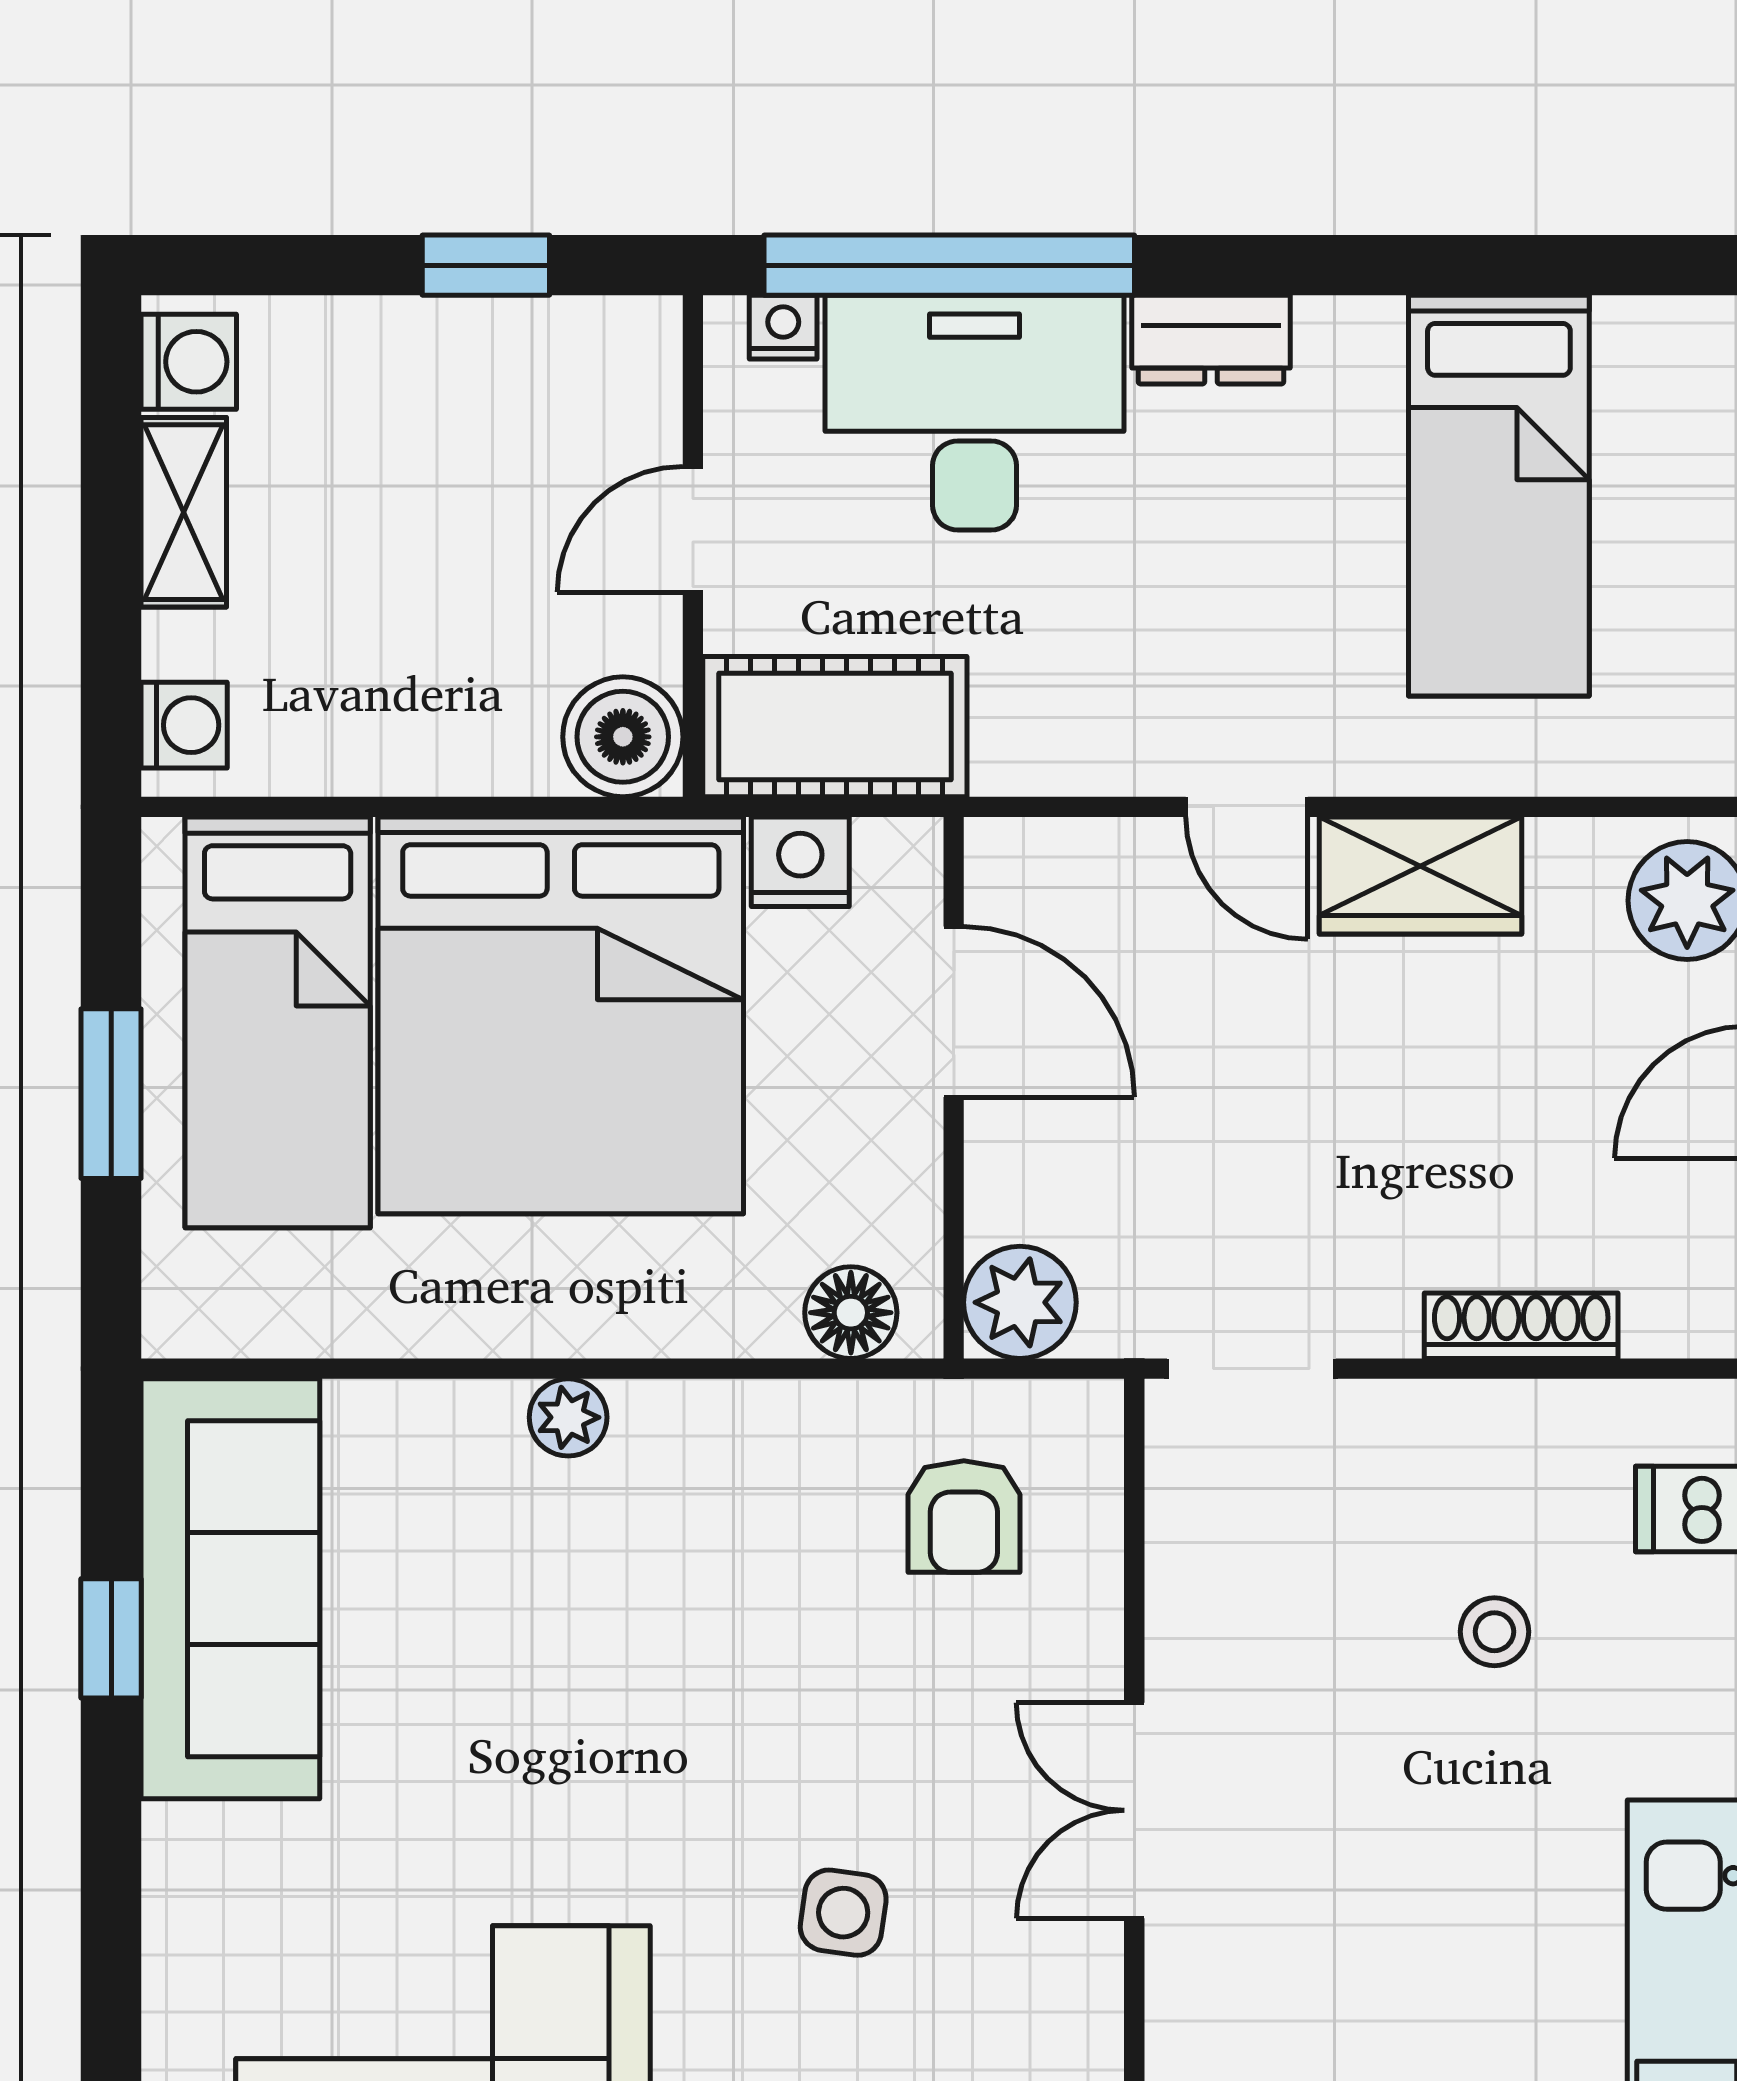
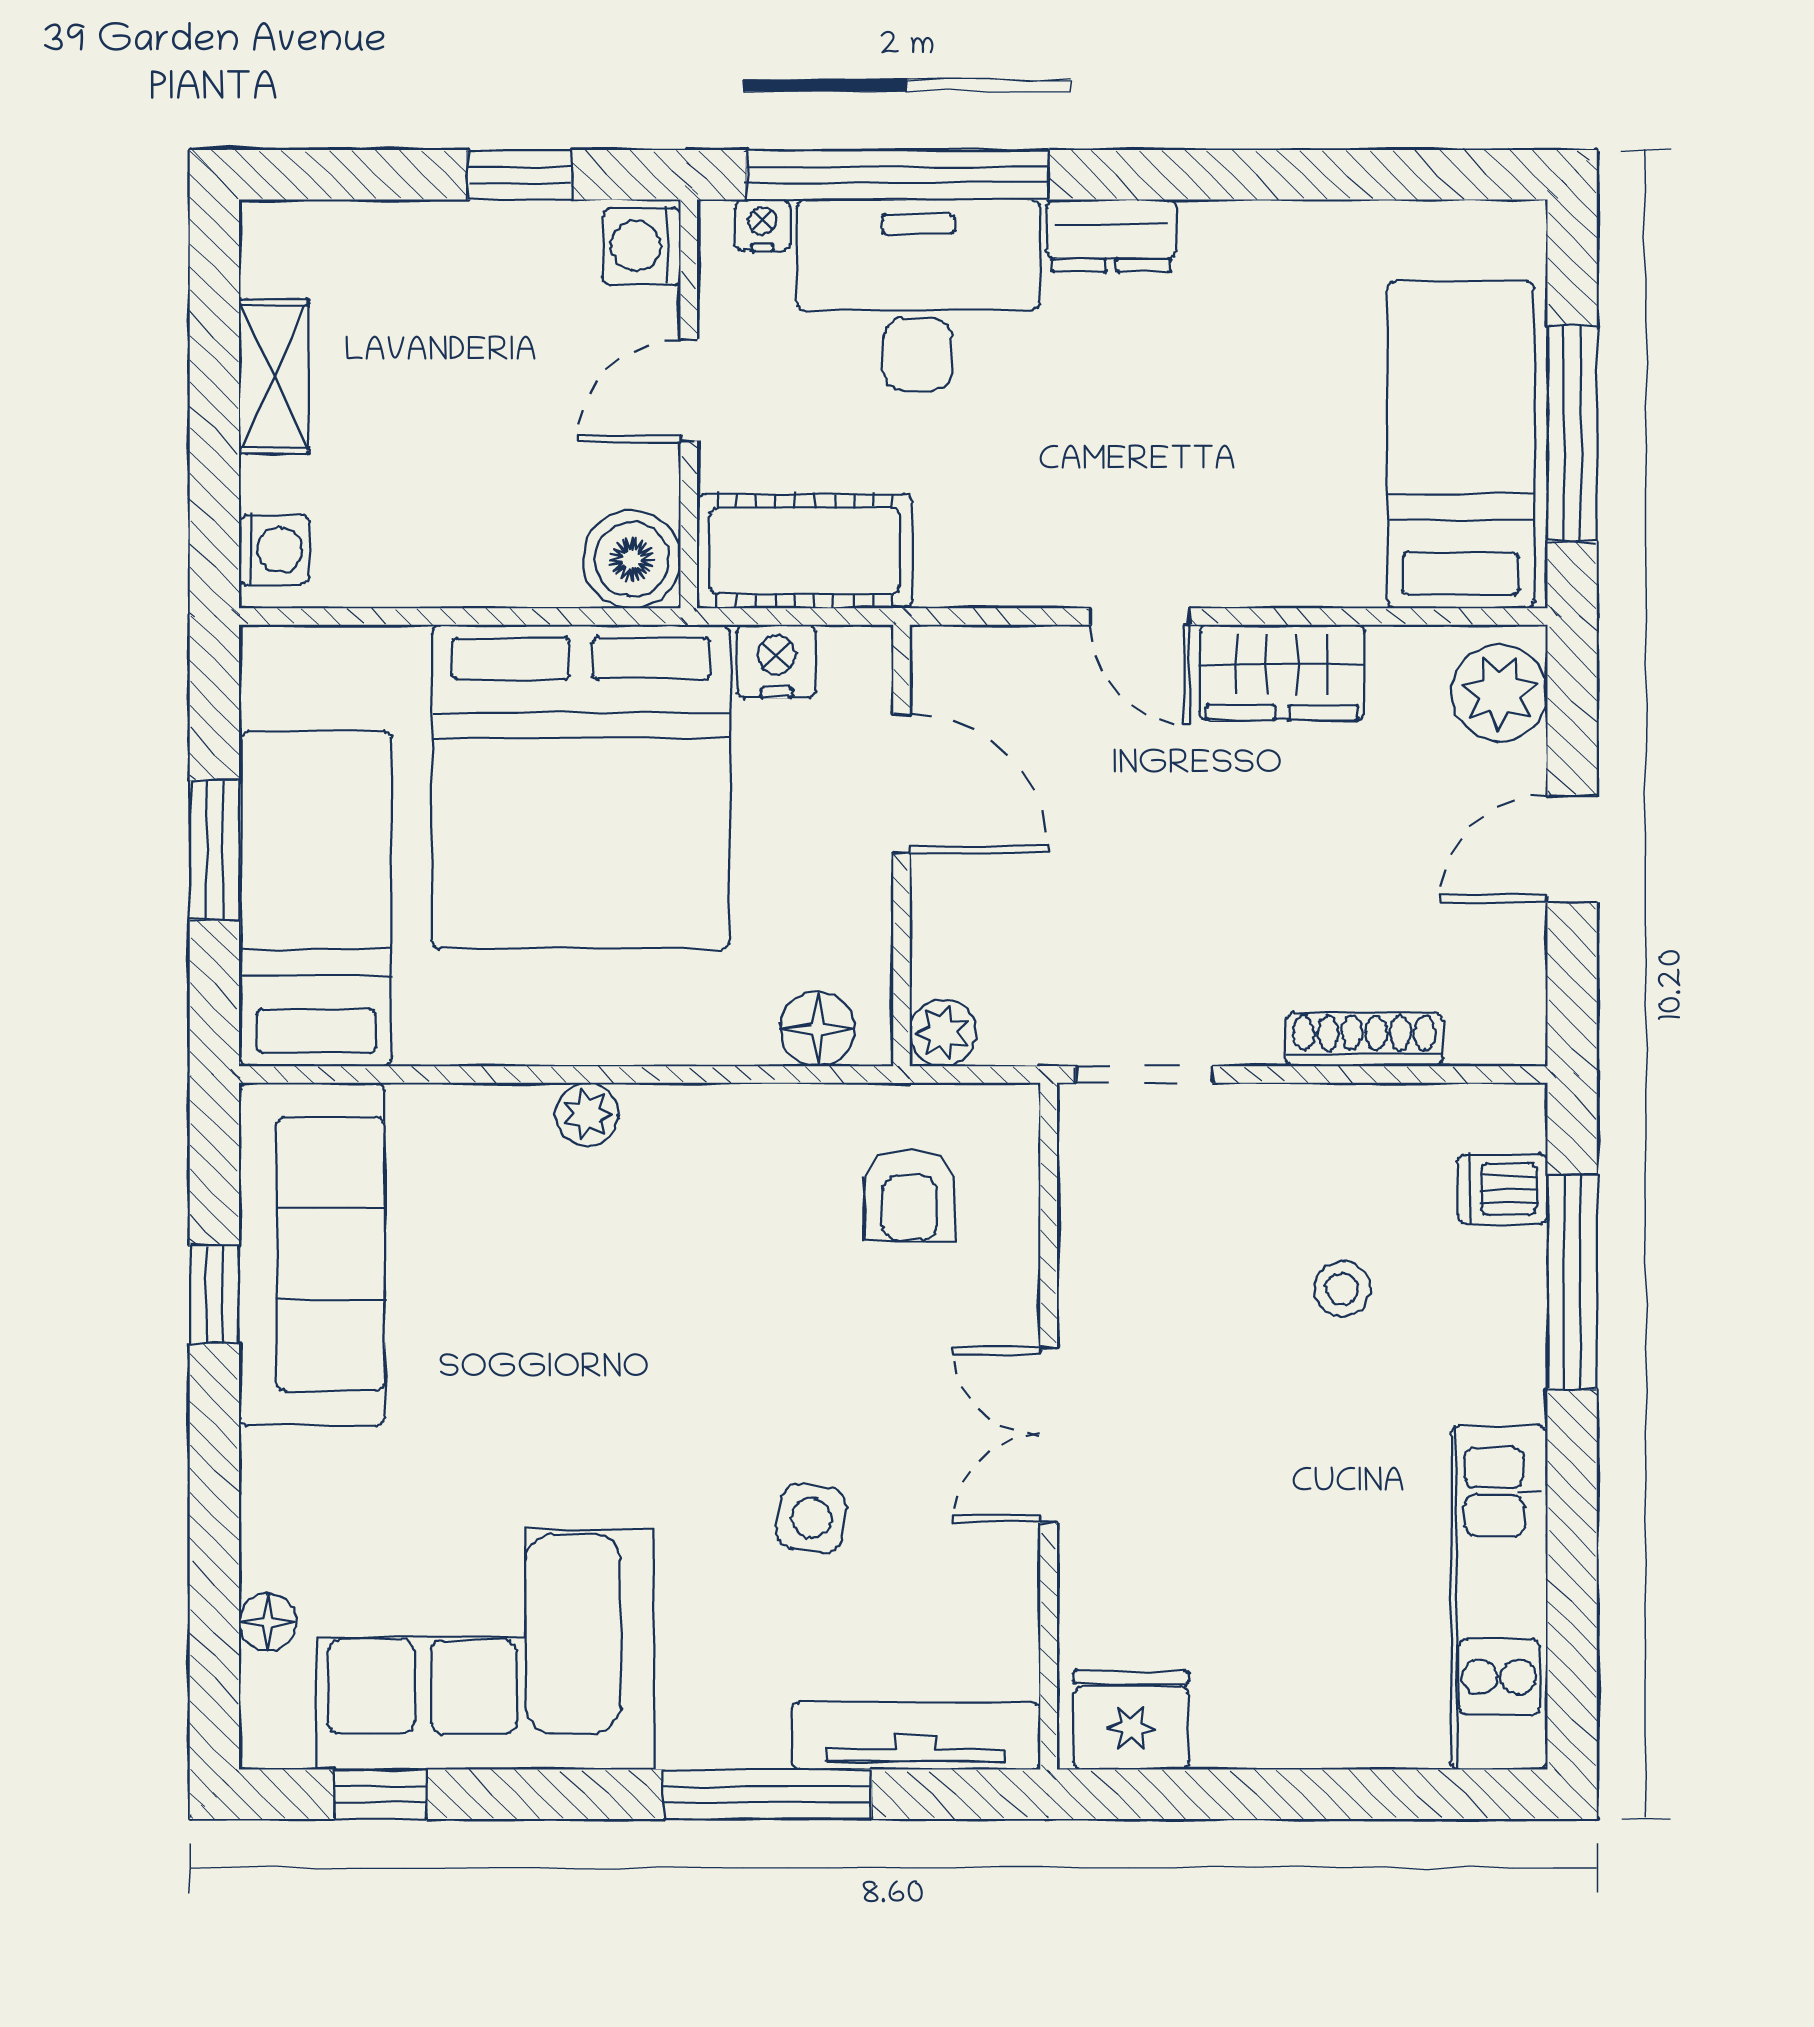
washing machine: (189, 362) -> (642, 246), moved, turned 180
bed: (1499, 496) -> (1461, 445), moved, turned 180
bed: (278, 1022) -> (316, 899), moved, turned 180
plant: (1020, 1302) -> (943, 1033), width x0.73, depth x0.73
floor lamp: (176, 2040) -> (267, 1622), added

